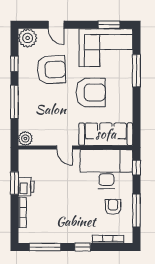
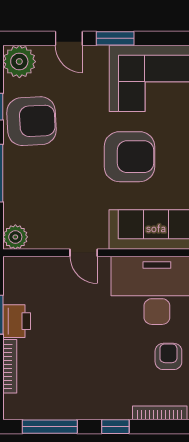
window: (109, 25) -> (115, 38), moved
armchair: (51, 70) -> (31, 121), moved

